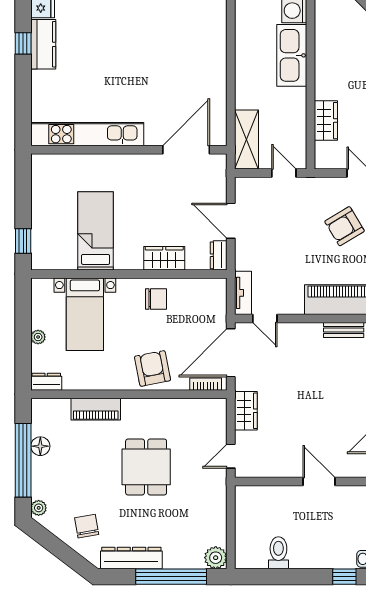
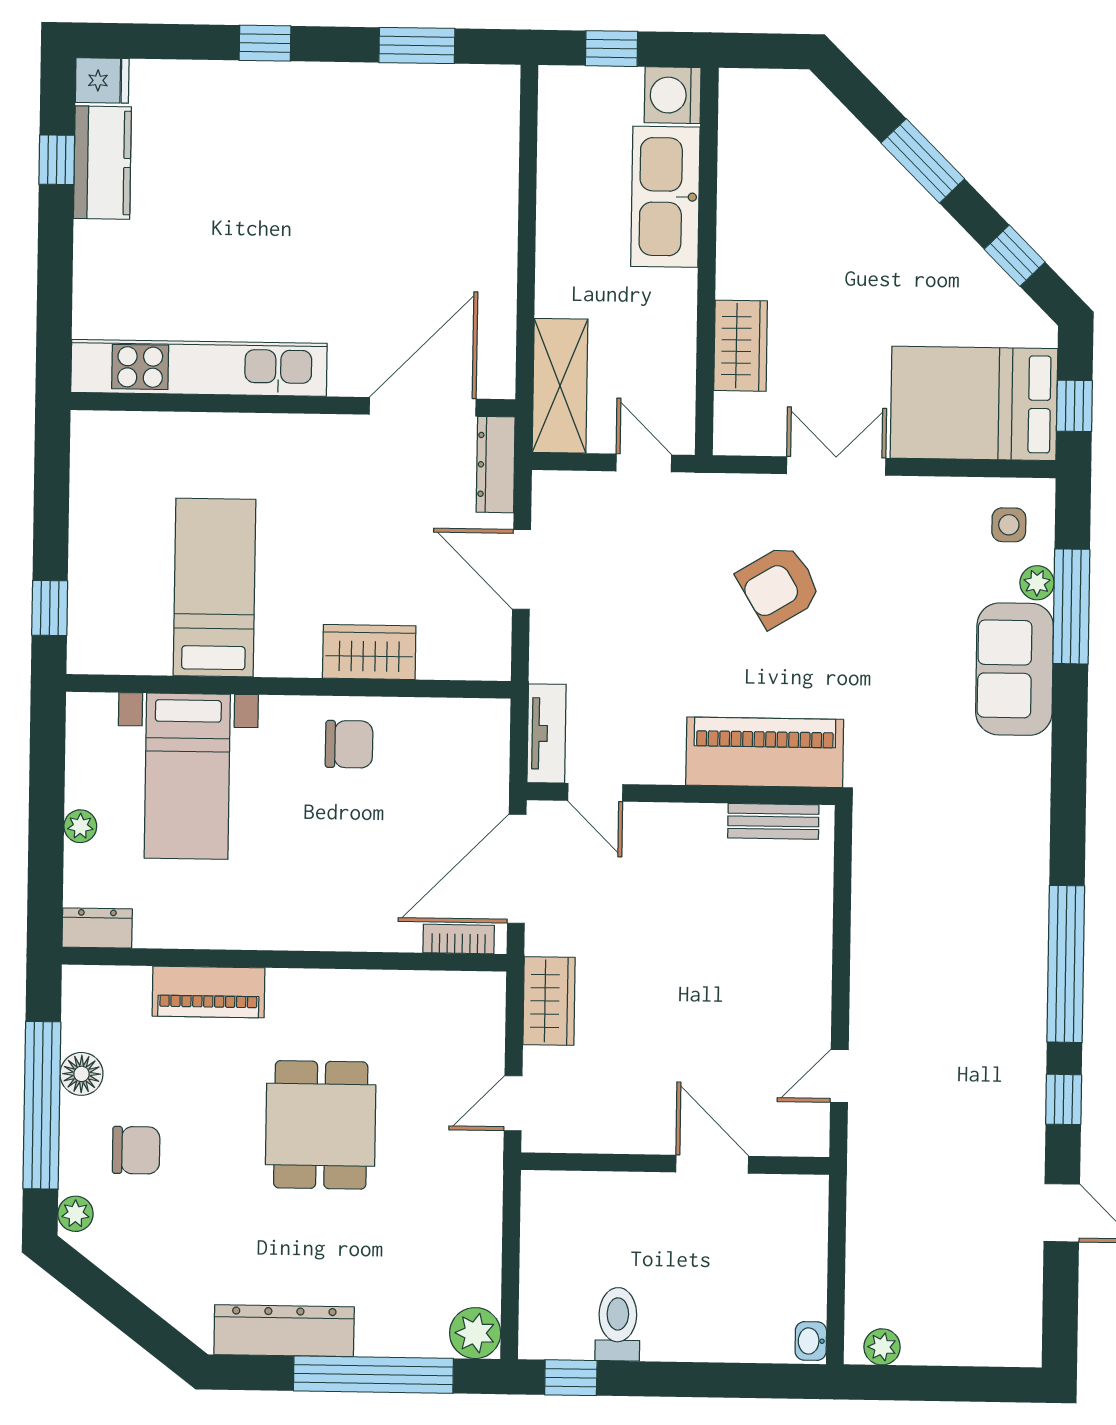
dresser: (219, 255) -> (496, 465), moved, width x1.44
armchair: (153, 368) -> (339, 902), removed
chair: (87, 526) -> (136, 1150), moved, turned 100
window: (344, 577) -> (571, 1378), moved

